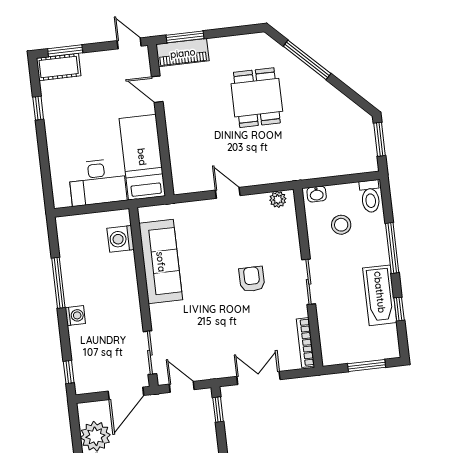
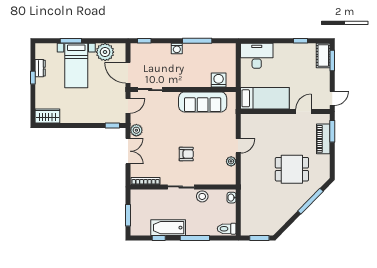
piano: (183, 53) -> (323, 139), moved
desk: (97, 182) -> (257, 56), moved, turned 90
plant: (278, 199) -> (231, 161), moved
stool: (341, 225) -> (202, 196), moved
plant: (221, 368) -> (136, 130), added

